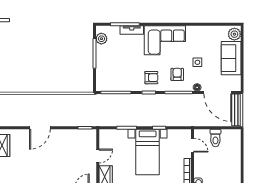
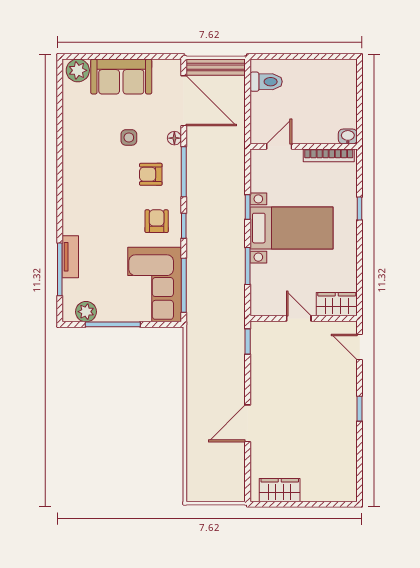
corner sofa: (165, 40) -> (155, 285), moved, turned 180
door: (218, 93) -> (184, 101), hinge flipped
door: (40, 128) -> (248, 423), swing flipped
toilet: (215, 138) -> (266, 82), moved

